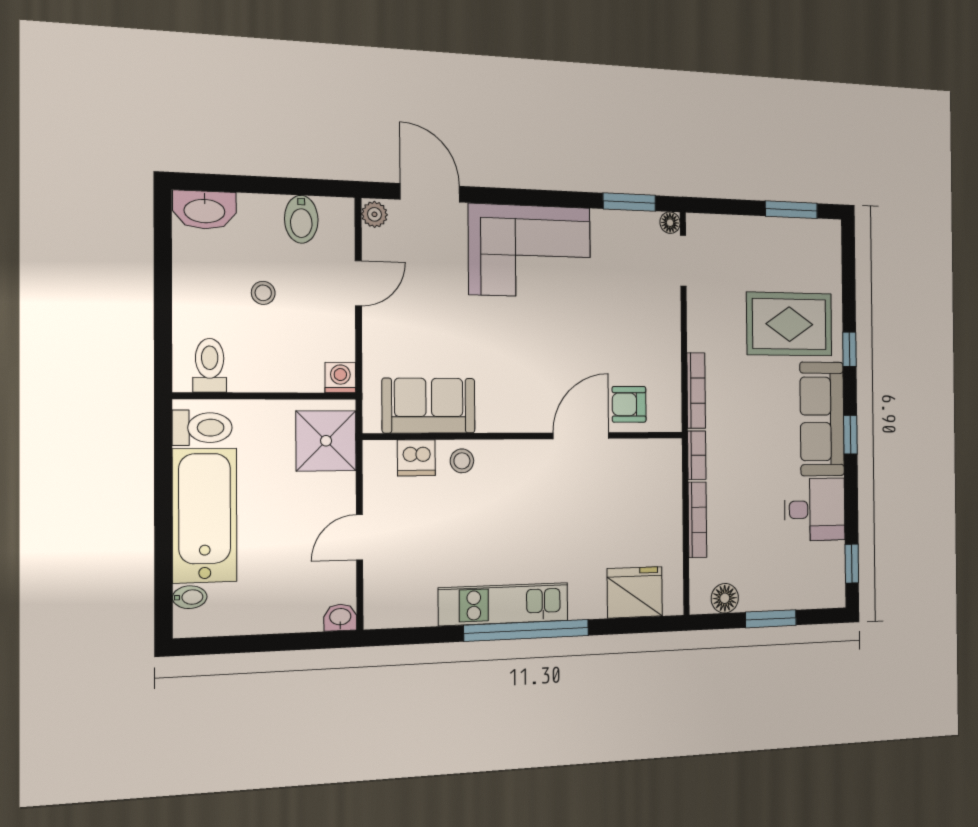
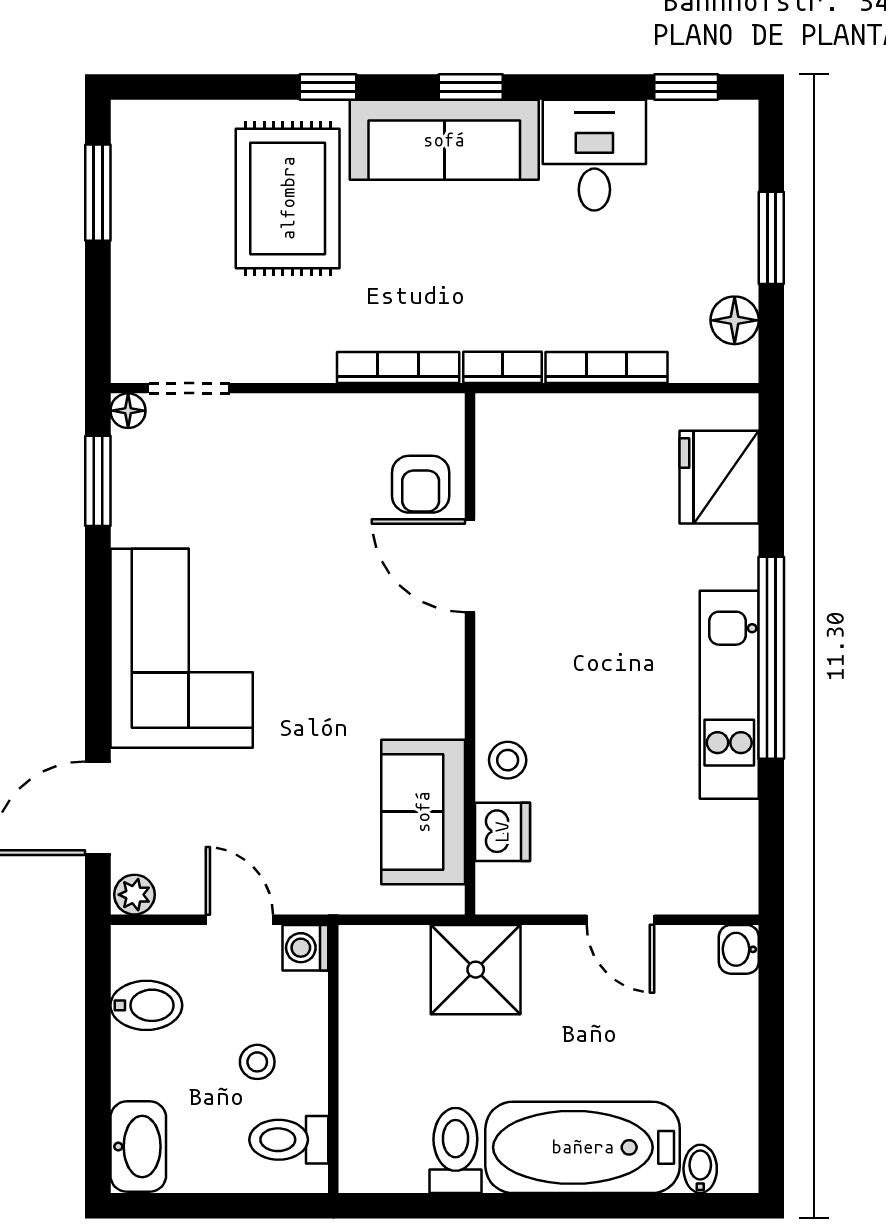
toilet: (210, 365) -> (289, 1140), moved
washing machine: (340, 378) -> (305, 948), moved
wall: (266, 396) -> (333, 1059), moved

